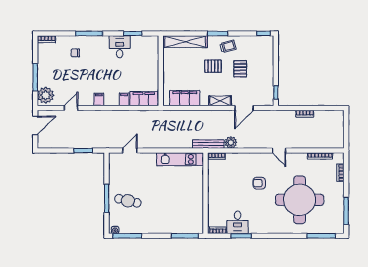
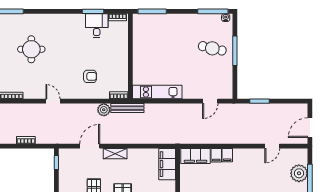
plant: (46, 95) -> (299, 173), moved
filing cabinet: (185, 98) -> (167, 164), moved, turned 90
filing cabinet: (99, 99) -> (227, 155), moved
armchair: (259, 183) -> (90, 76), moved
round table: (300, 200) -> (31, 49), width x0.54, depth x0.54

